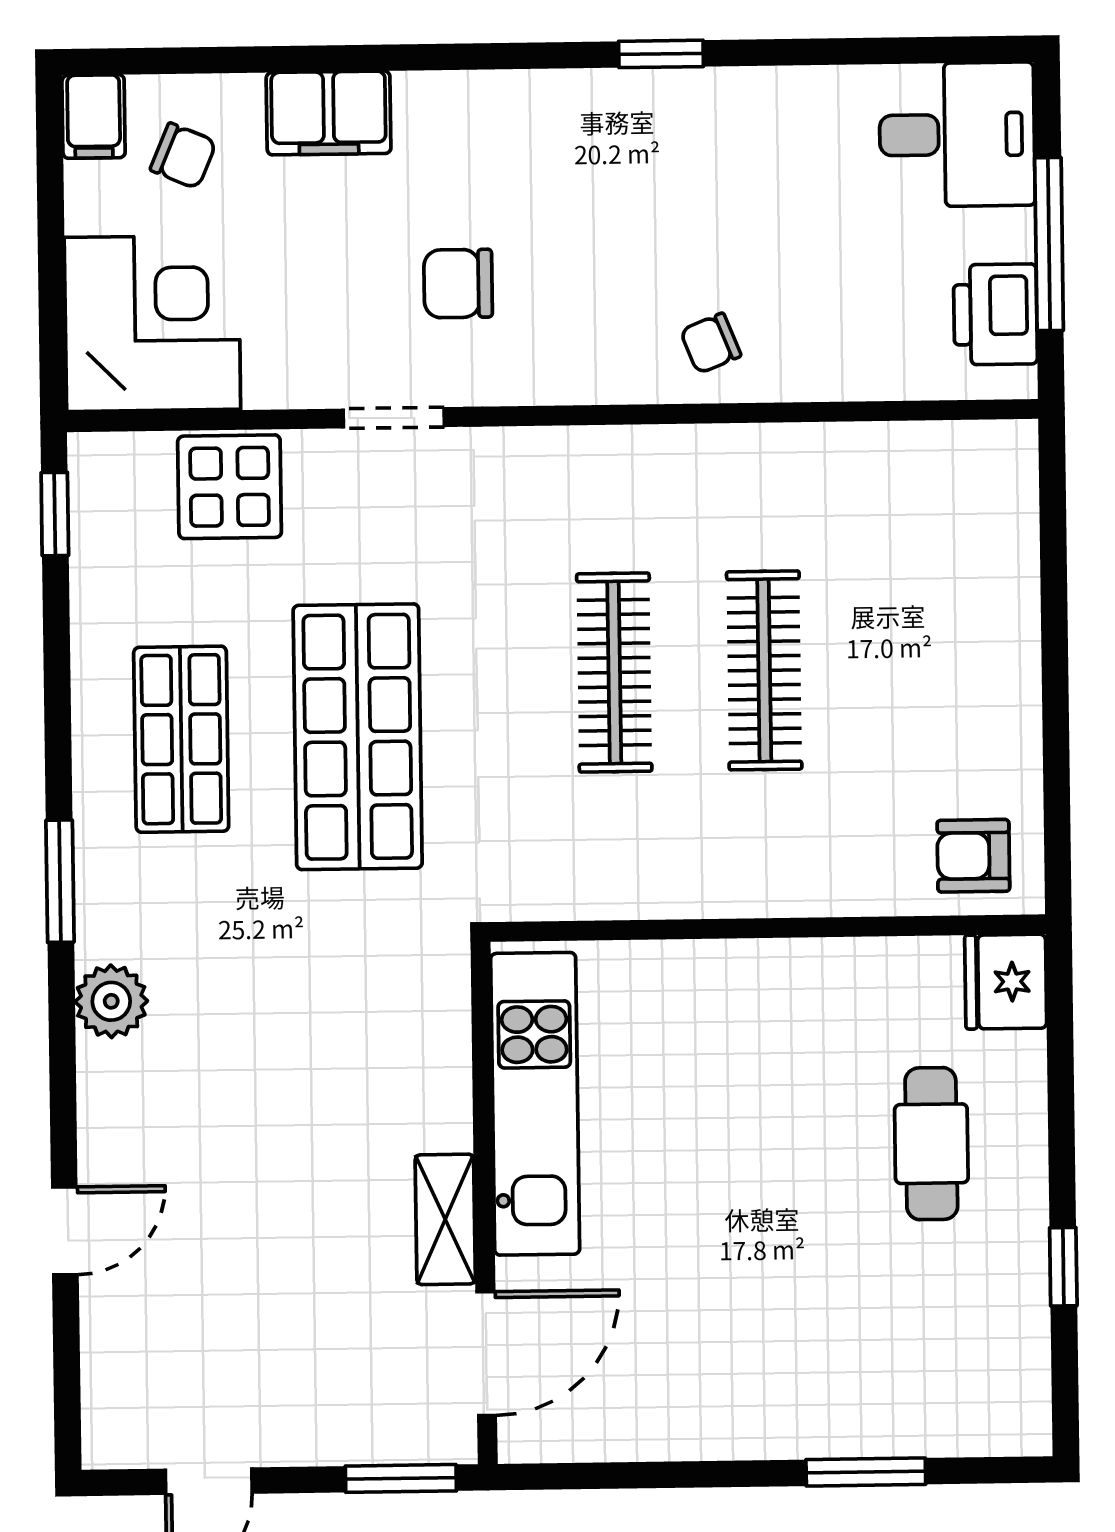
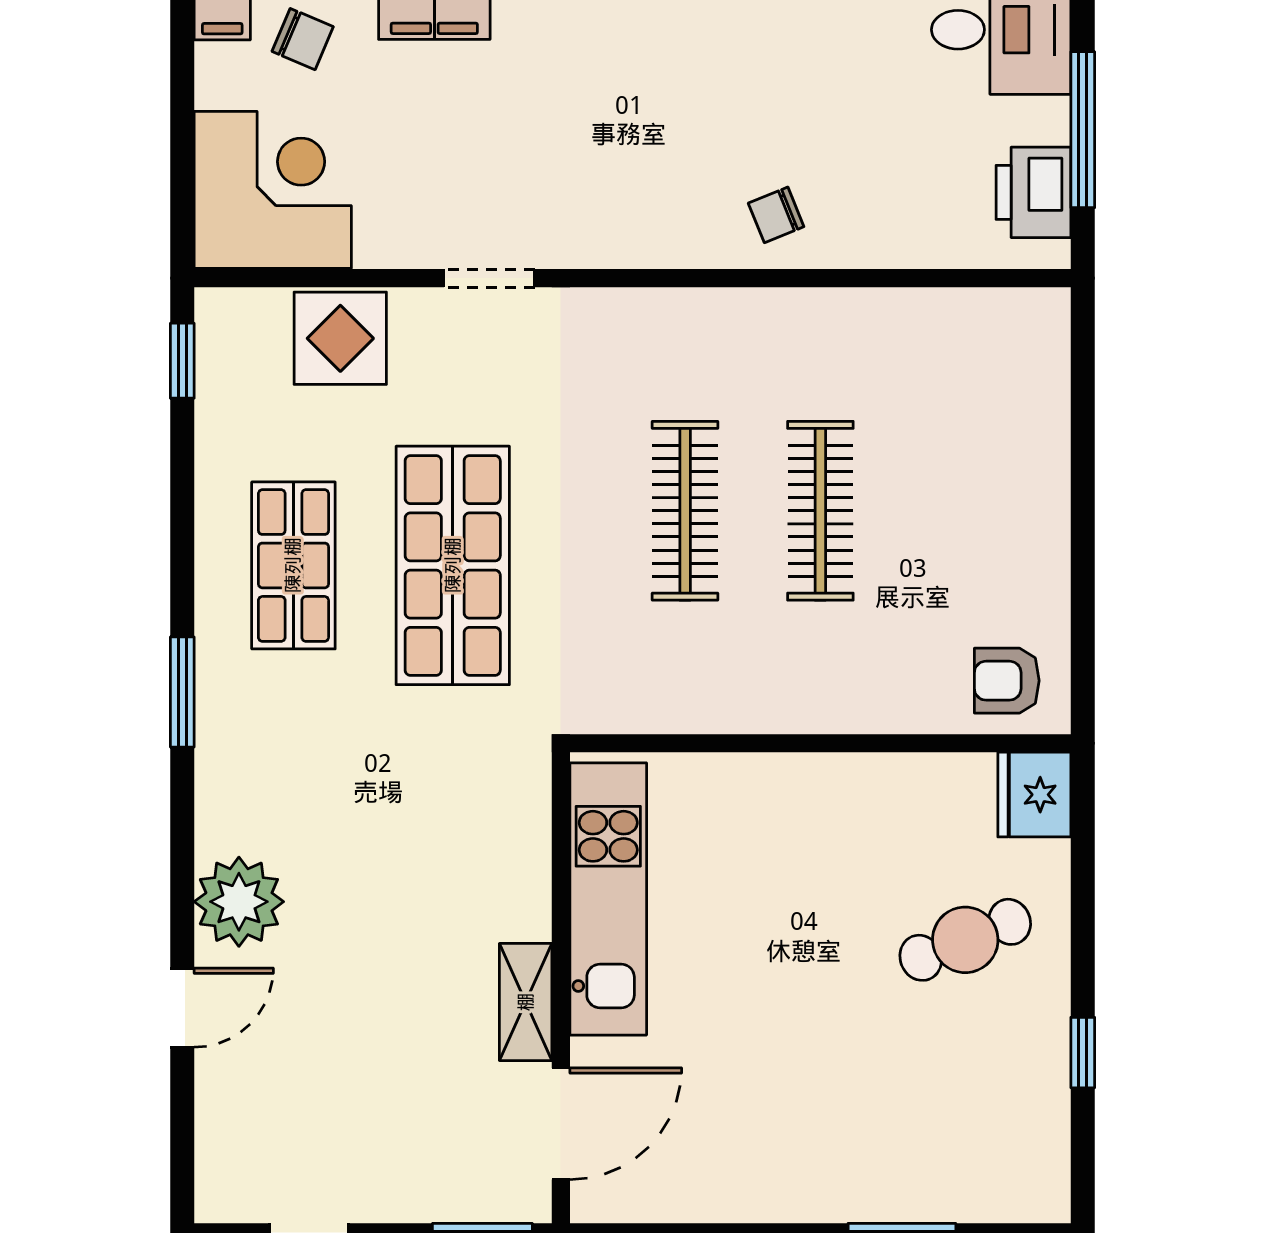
chair: (458, 284) -> (549, 158), removed
plant: (111, 1001) -> (239, 902), moved, width x1.36, depth x1.36
cafe table: (931, 1144) -> (965, 940), turned 68

